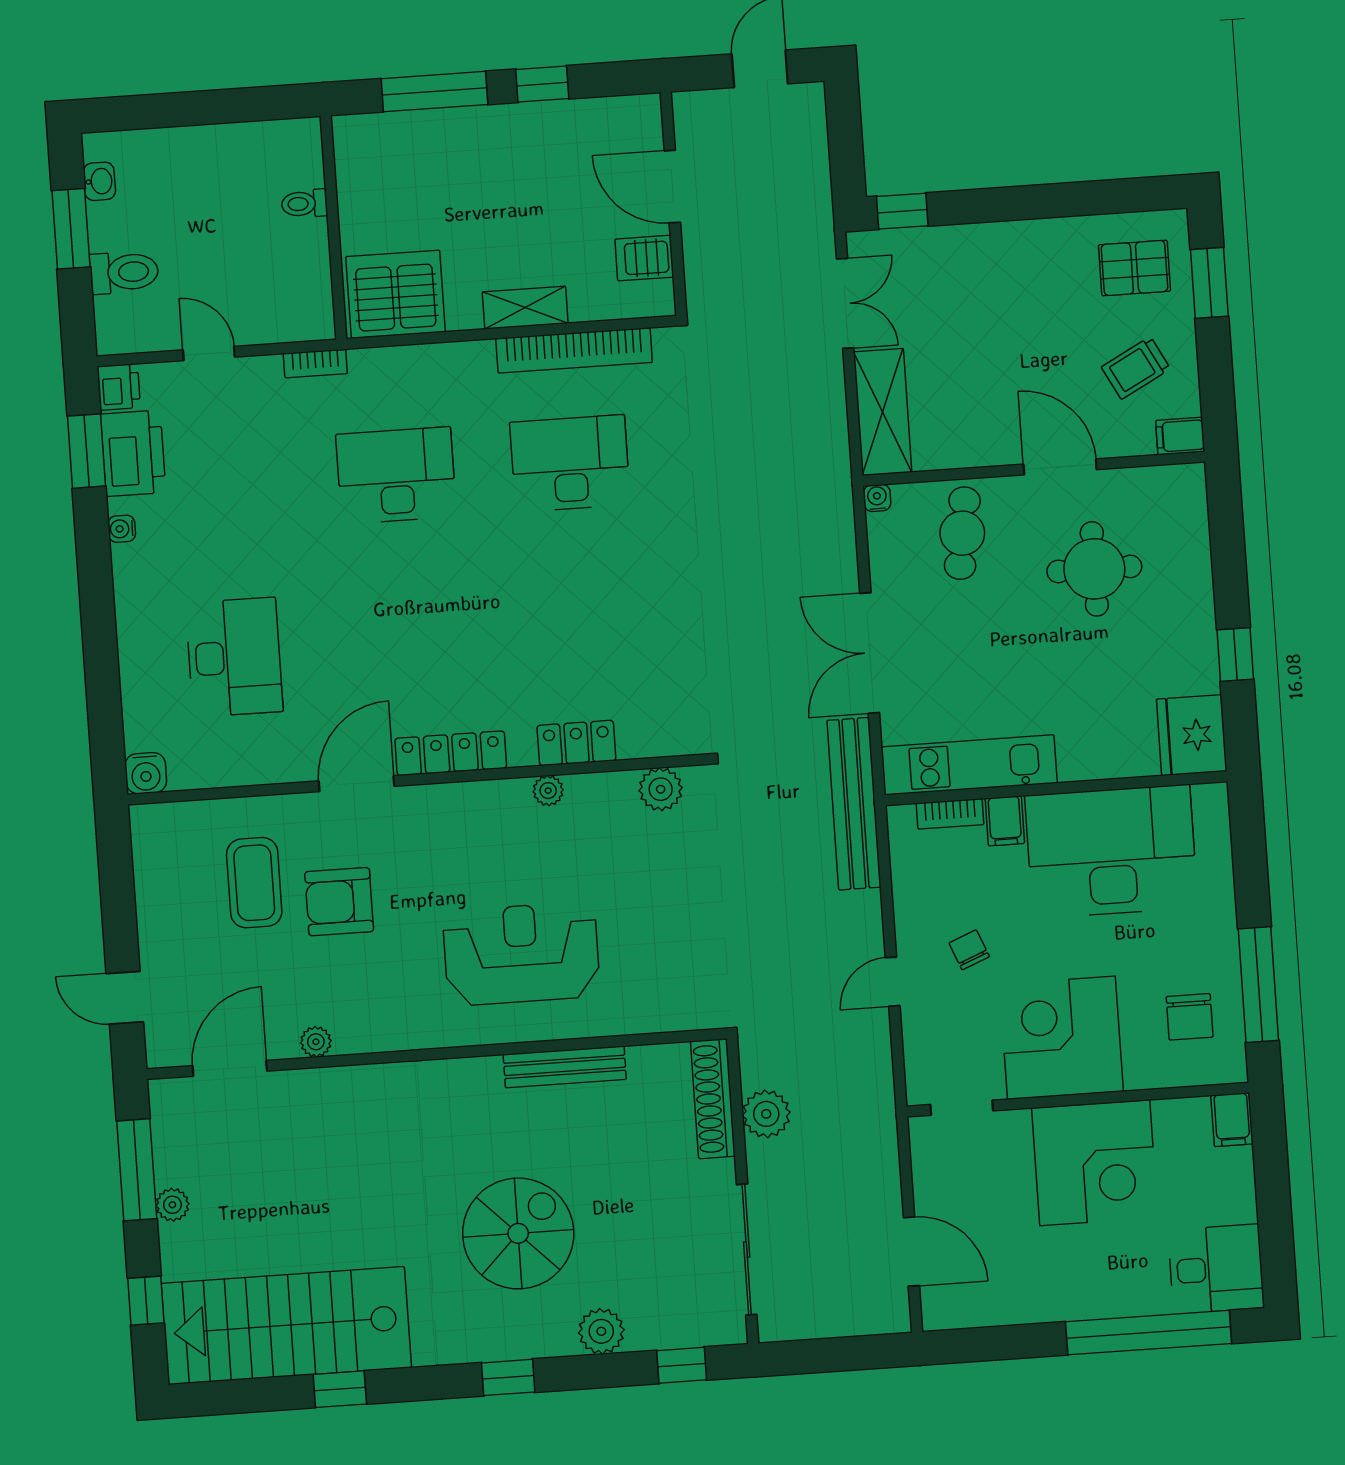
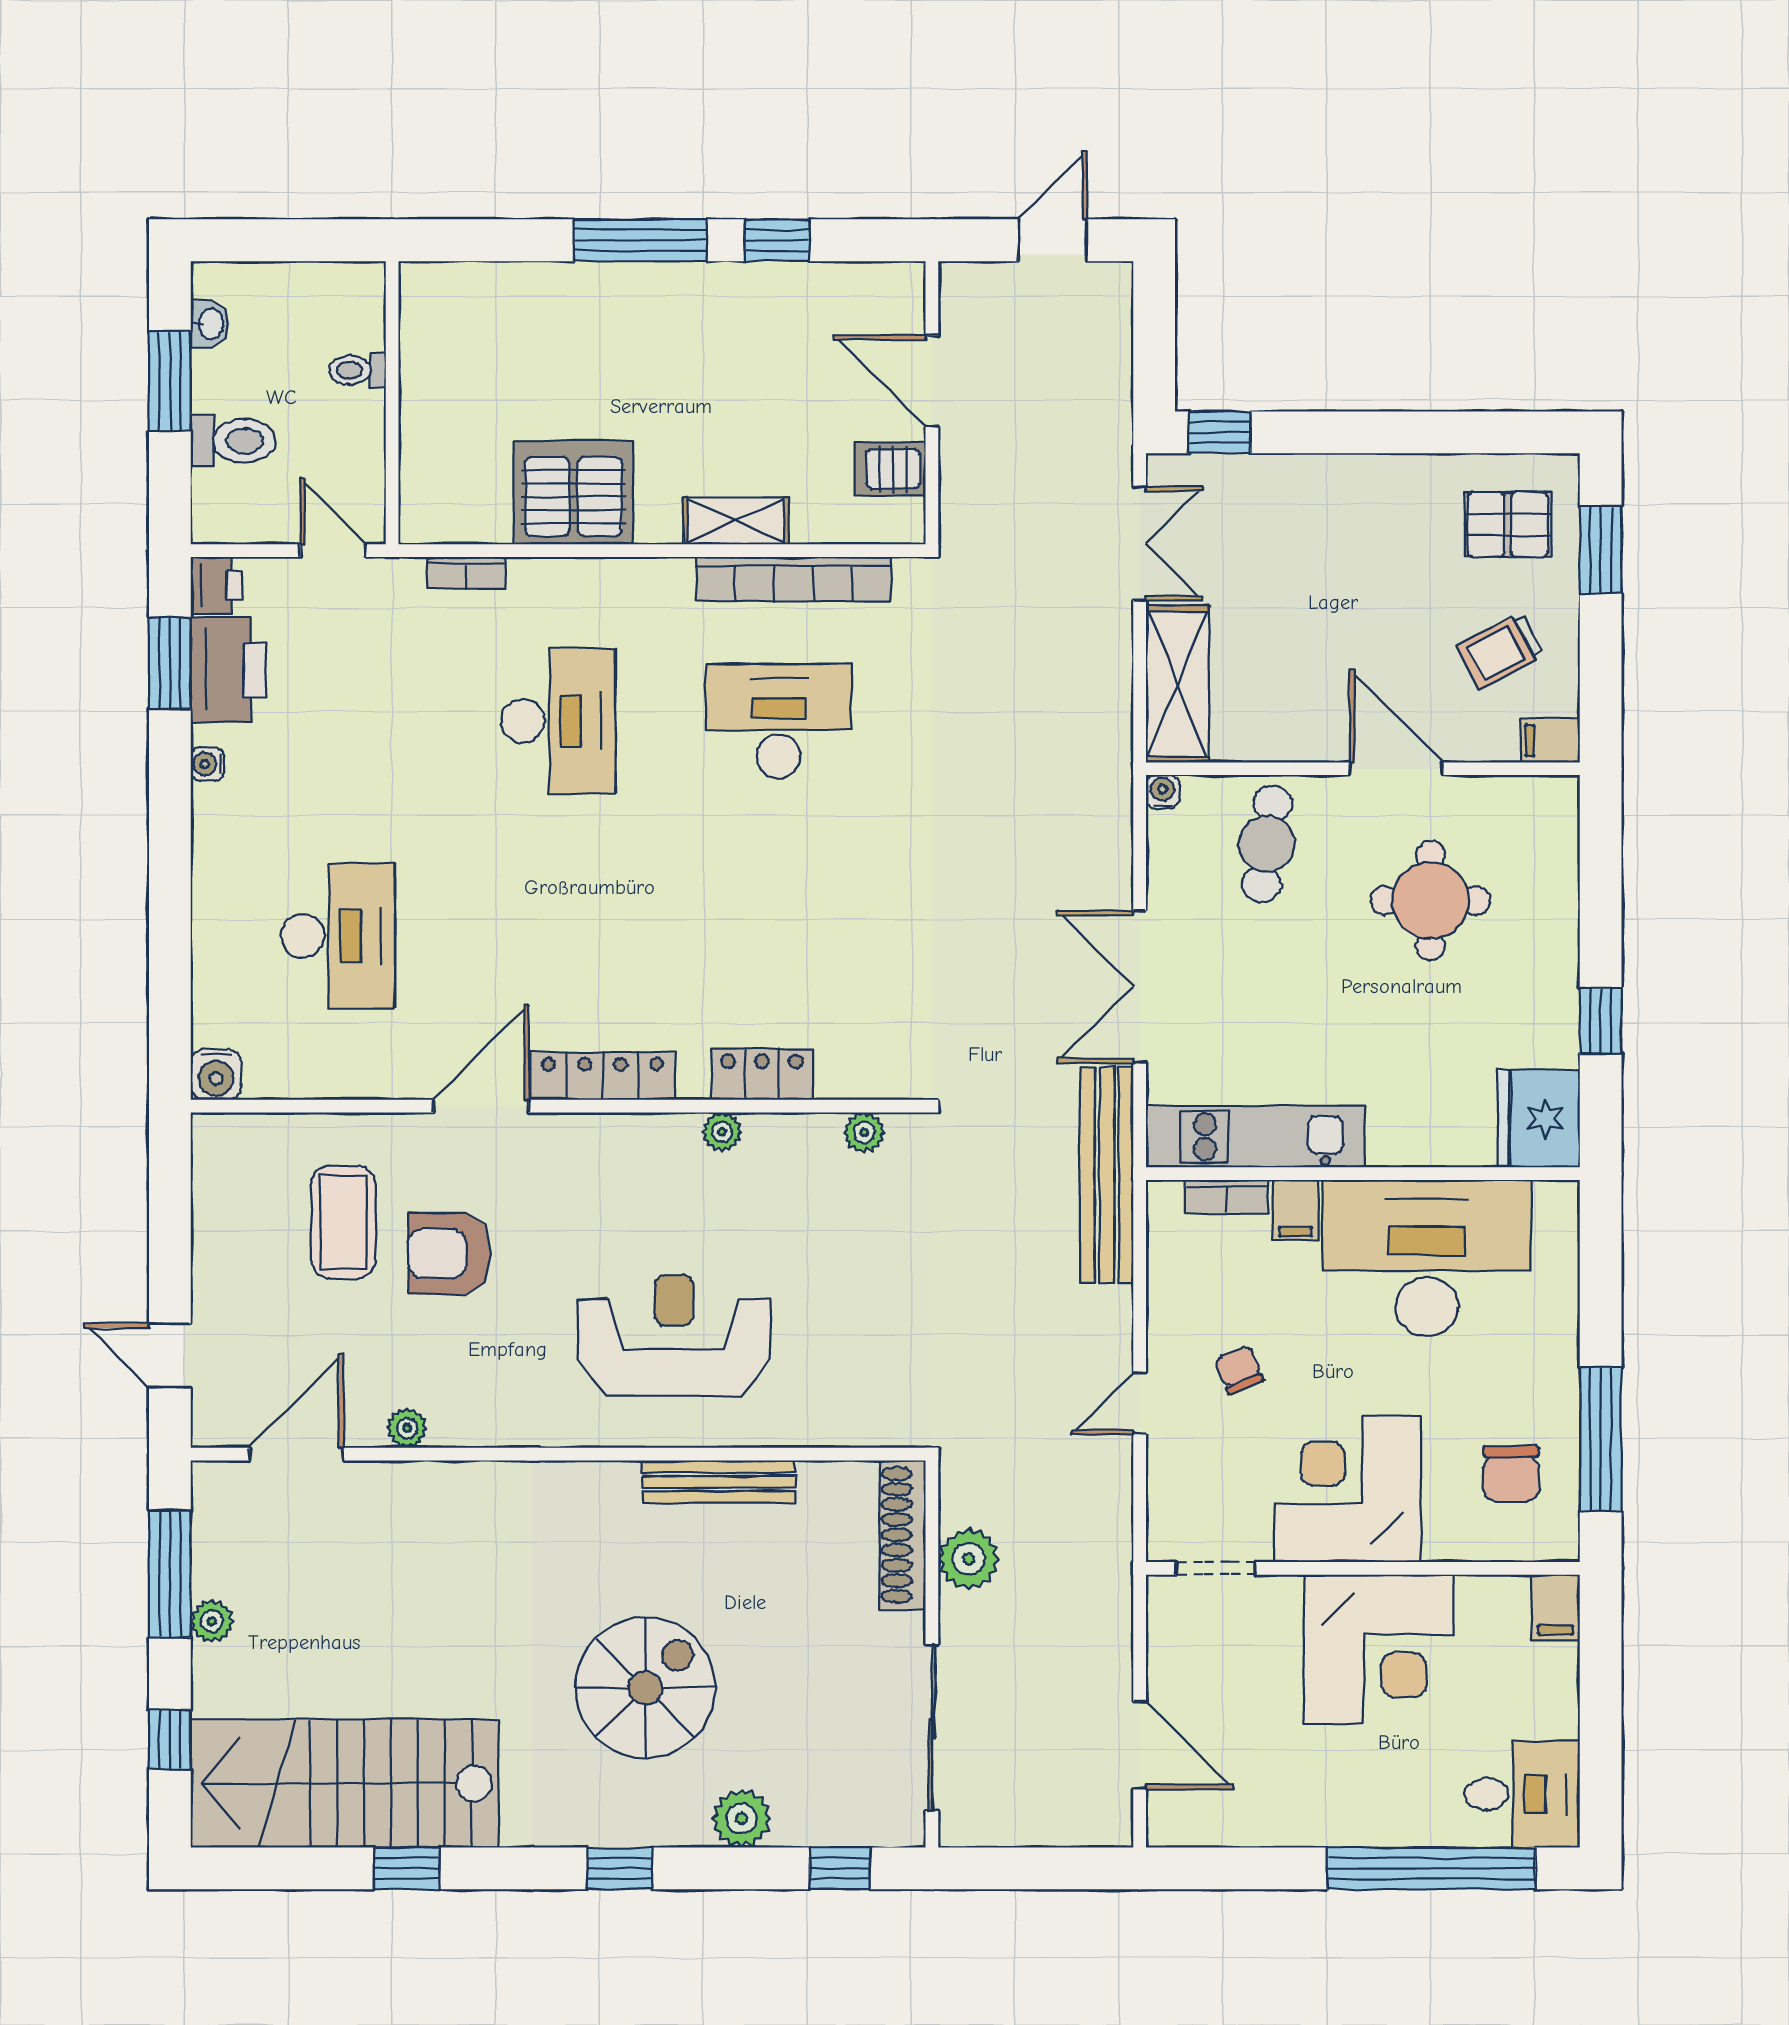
toilet: (304, 204) -> (357, 370), moved
wall: (334, 227) -> (392, 403), moved
desk: (396, 475) -> (558, 721), turned 90
plant: (661, 789) -> (864, 1133), width x0.73, depth x0.73

